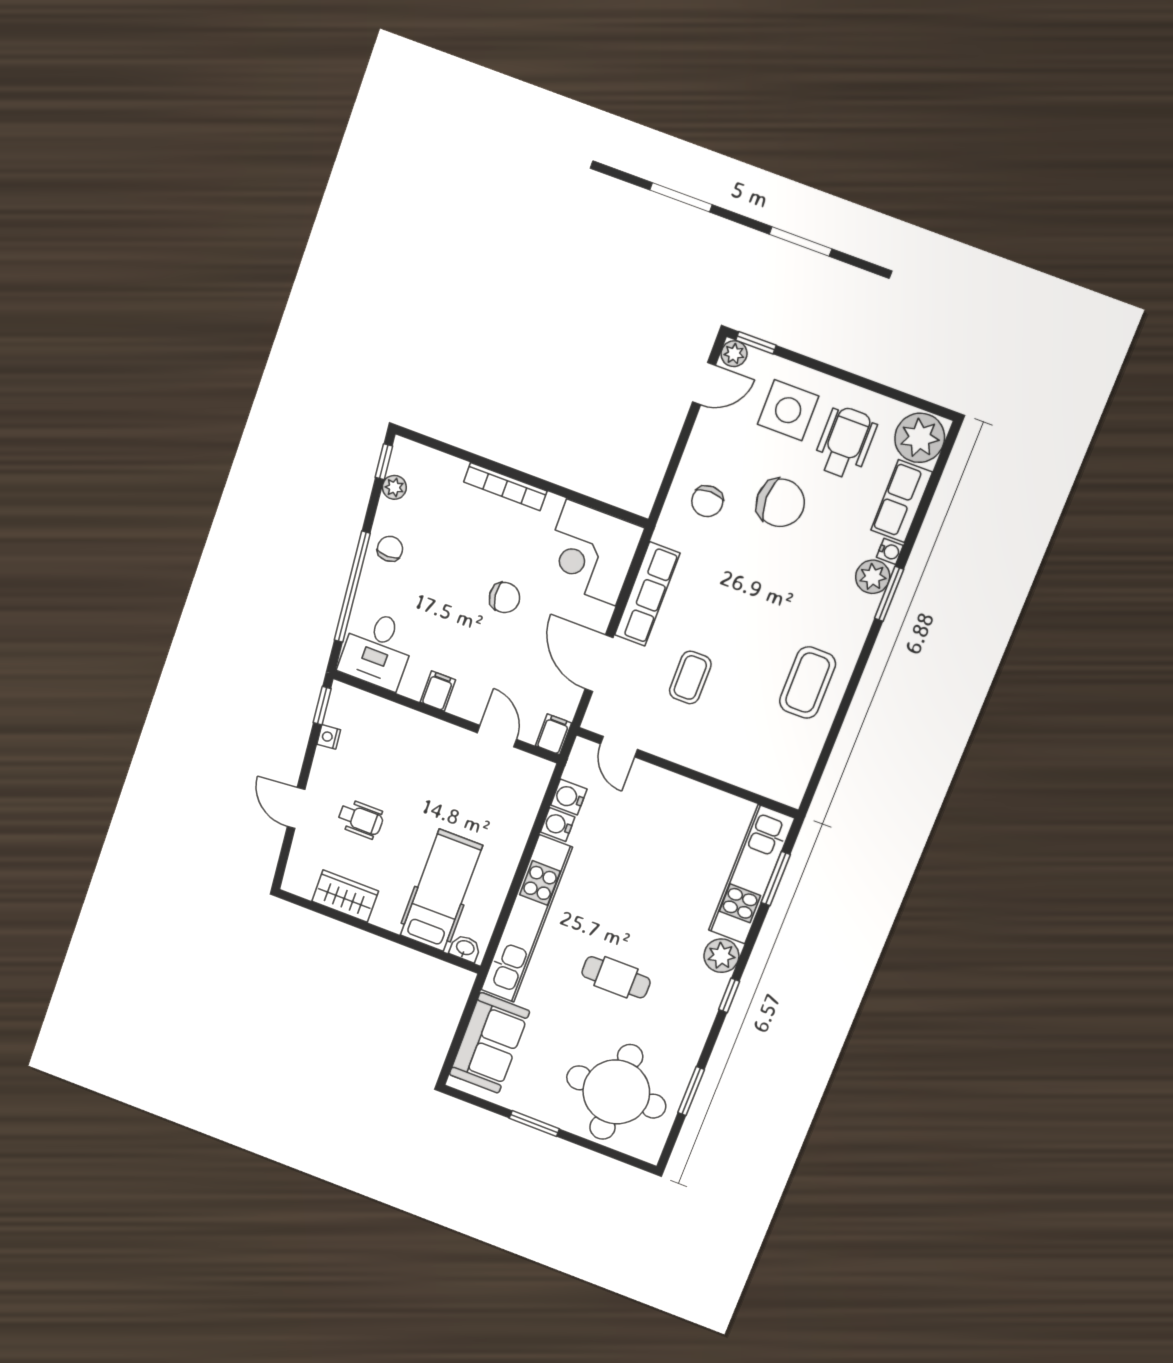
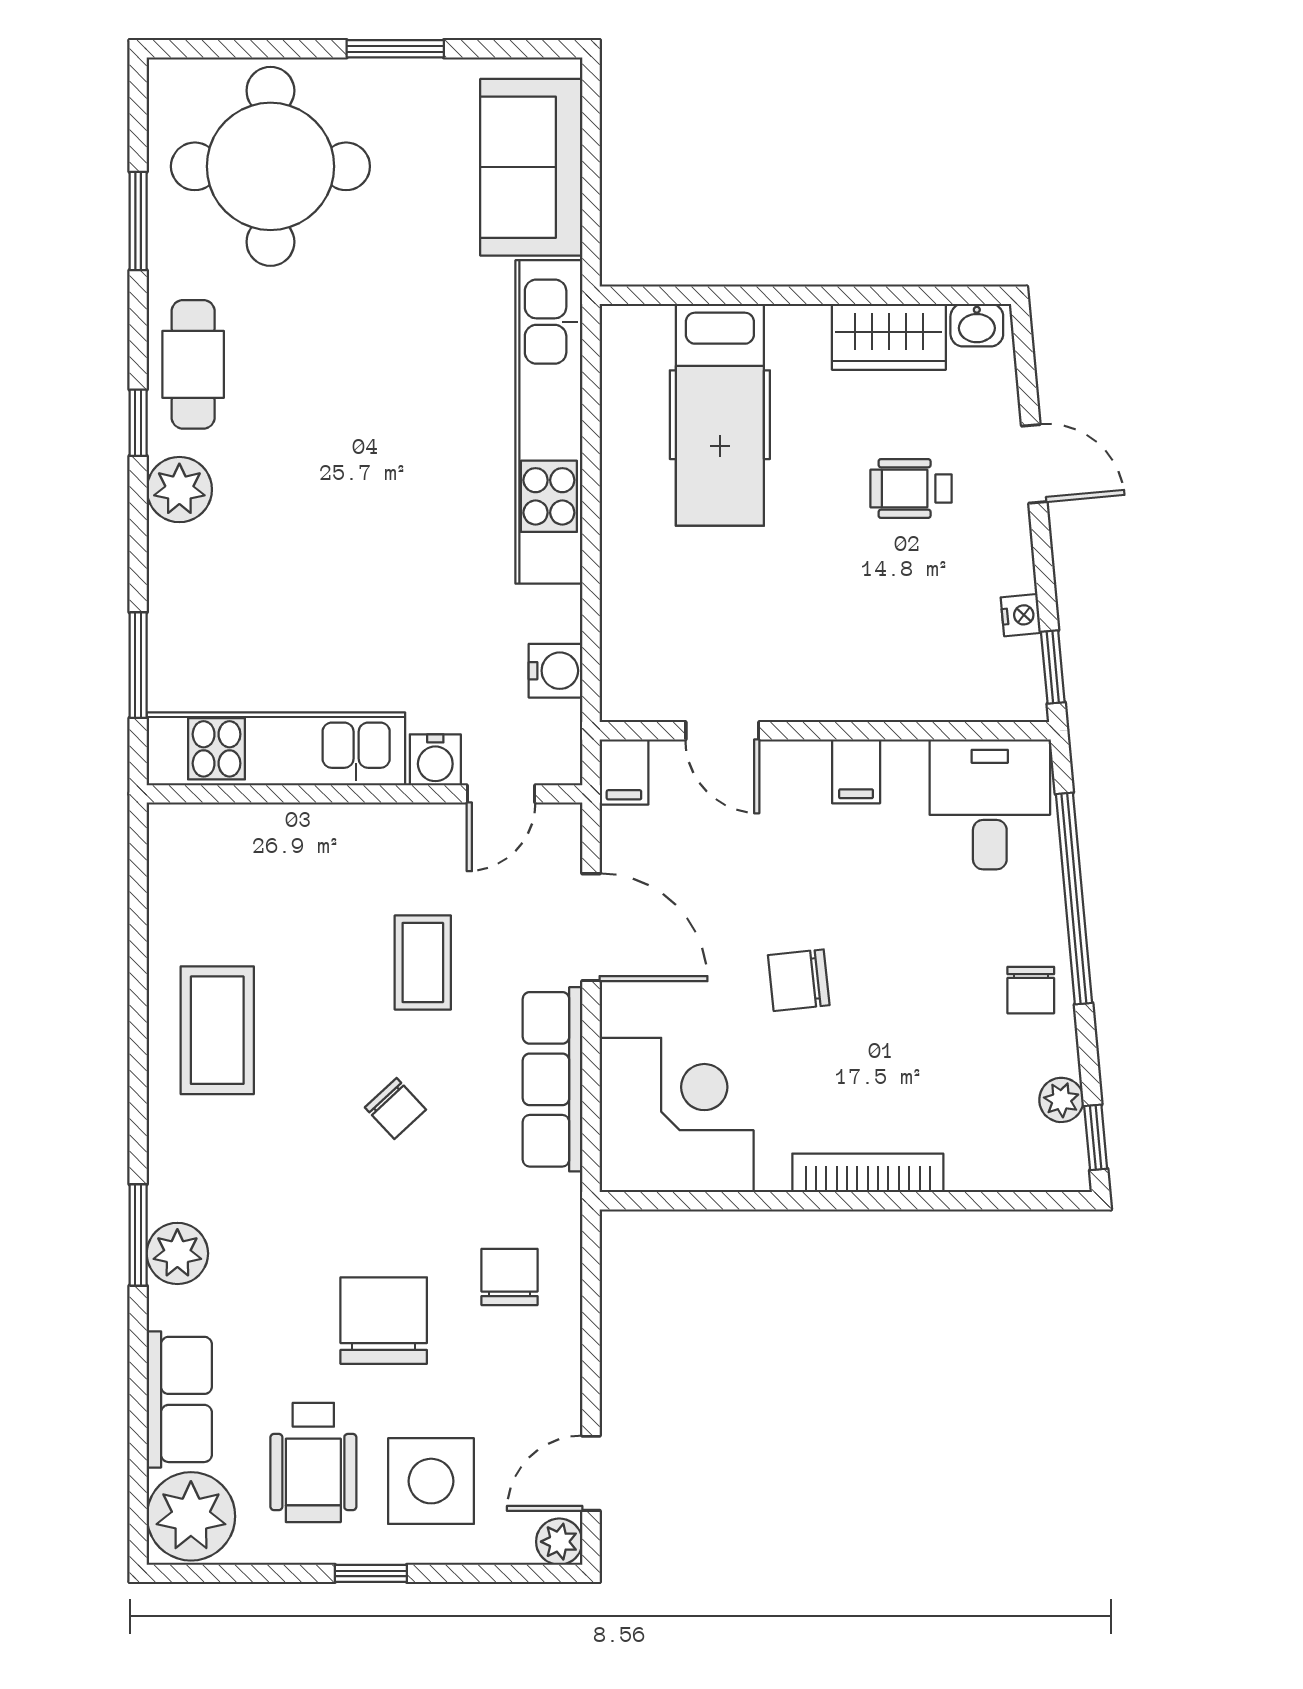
window: (756, 343) -> (371, 1573), moved
chair: (780, 503) -> (384, 1321), turned 90
water cooler: (890, 551) -> (165, 1307), removed
chair: (732, 609) -> (395, 1108), added
door: (619, 747) -> (501, 794), swing flipped
water cooler: (558, 825) -> (435, 760), moved, turned 90
kitchen unit: (751, 874) -> (276, 749), moved, turned -90
washbasin: (465, 948) -> (977, 325), moved
cafe table: (616, 977) -> (193, 364), moved, turned 90

